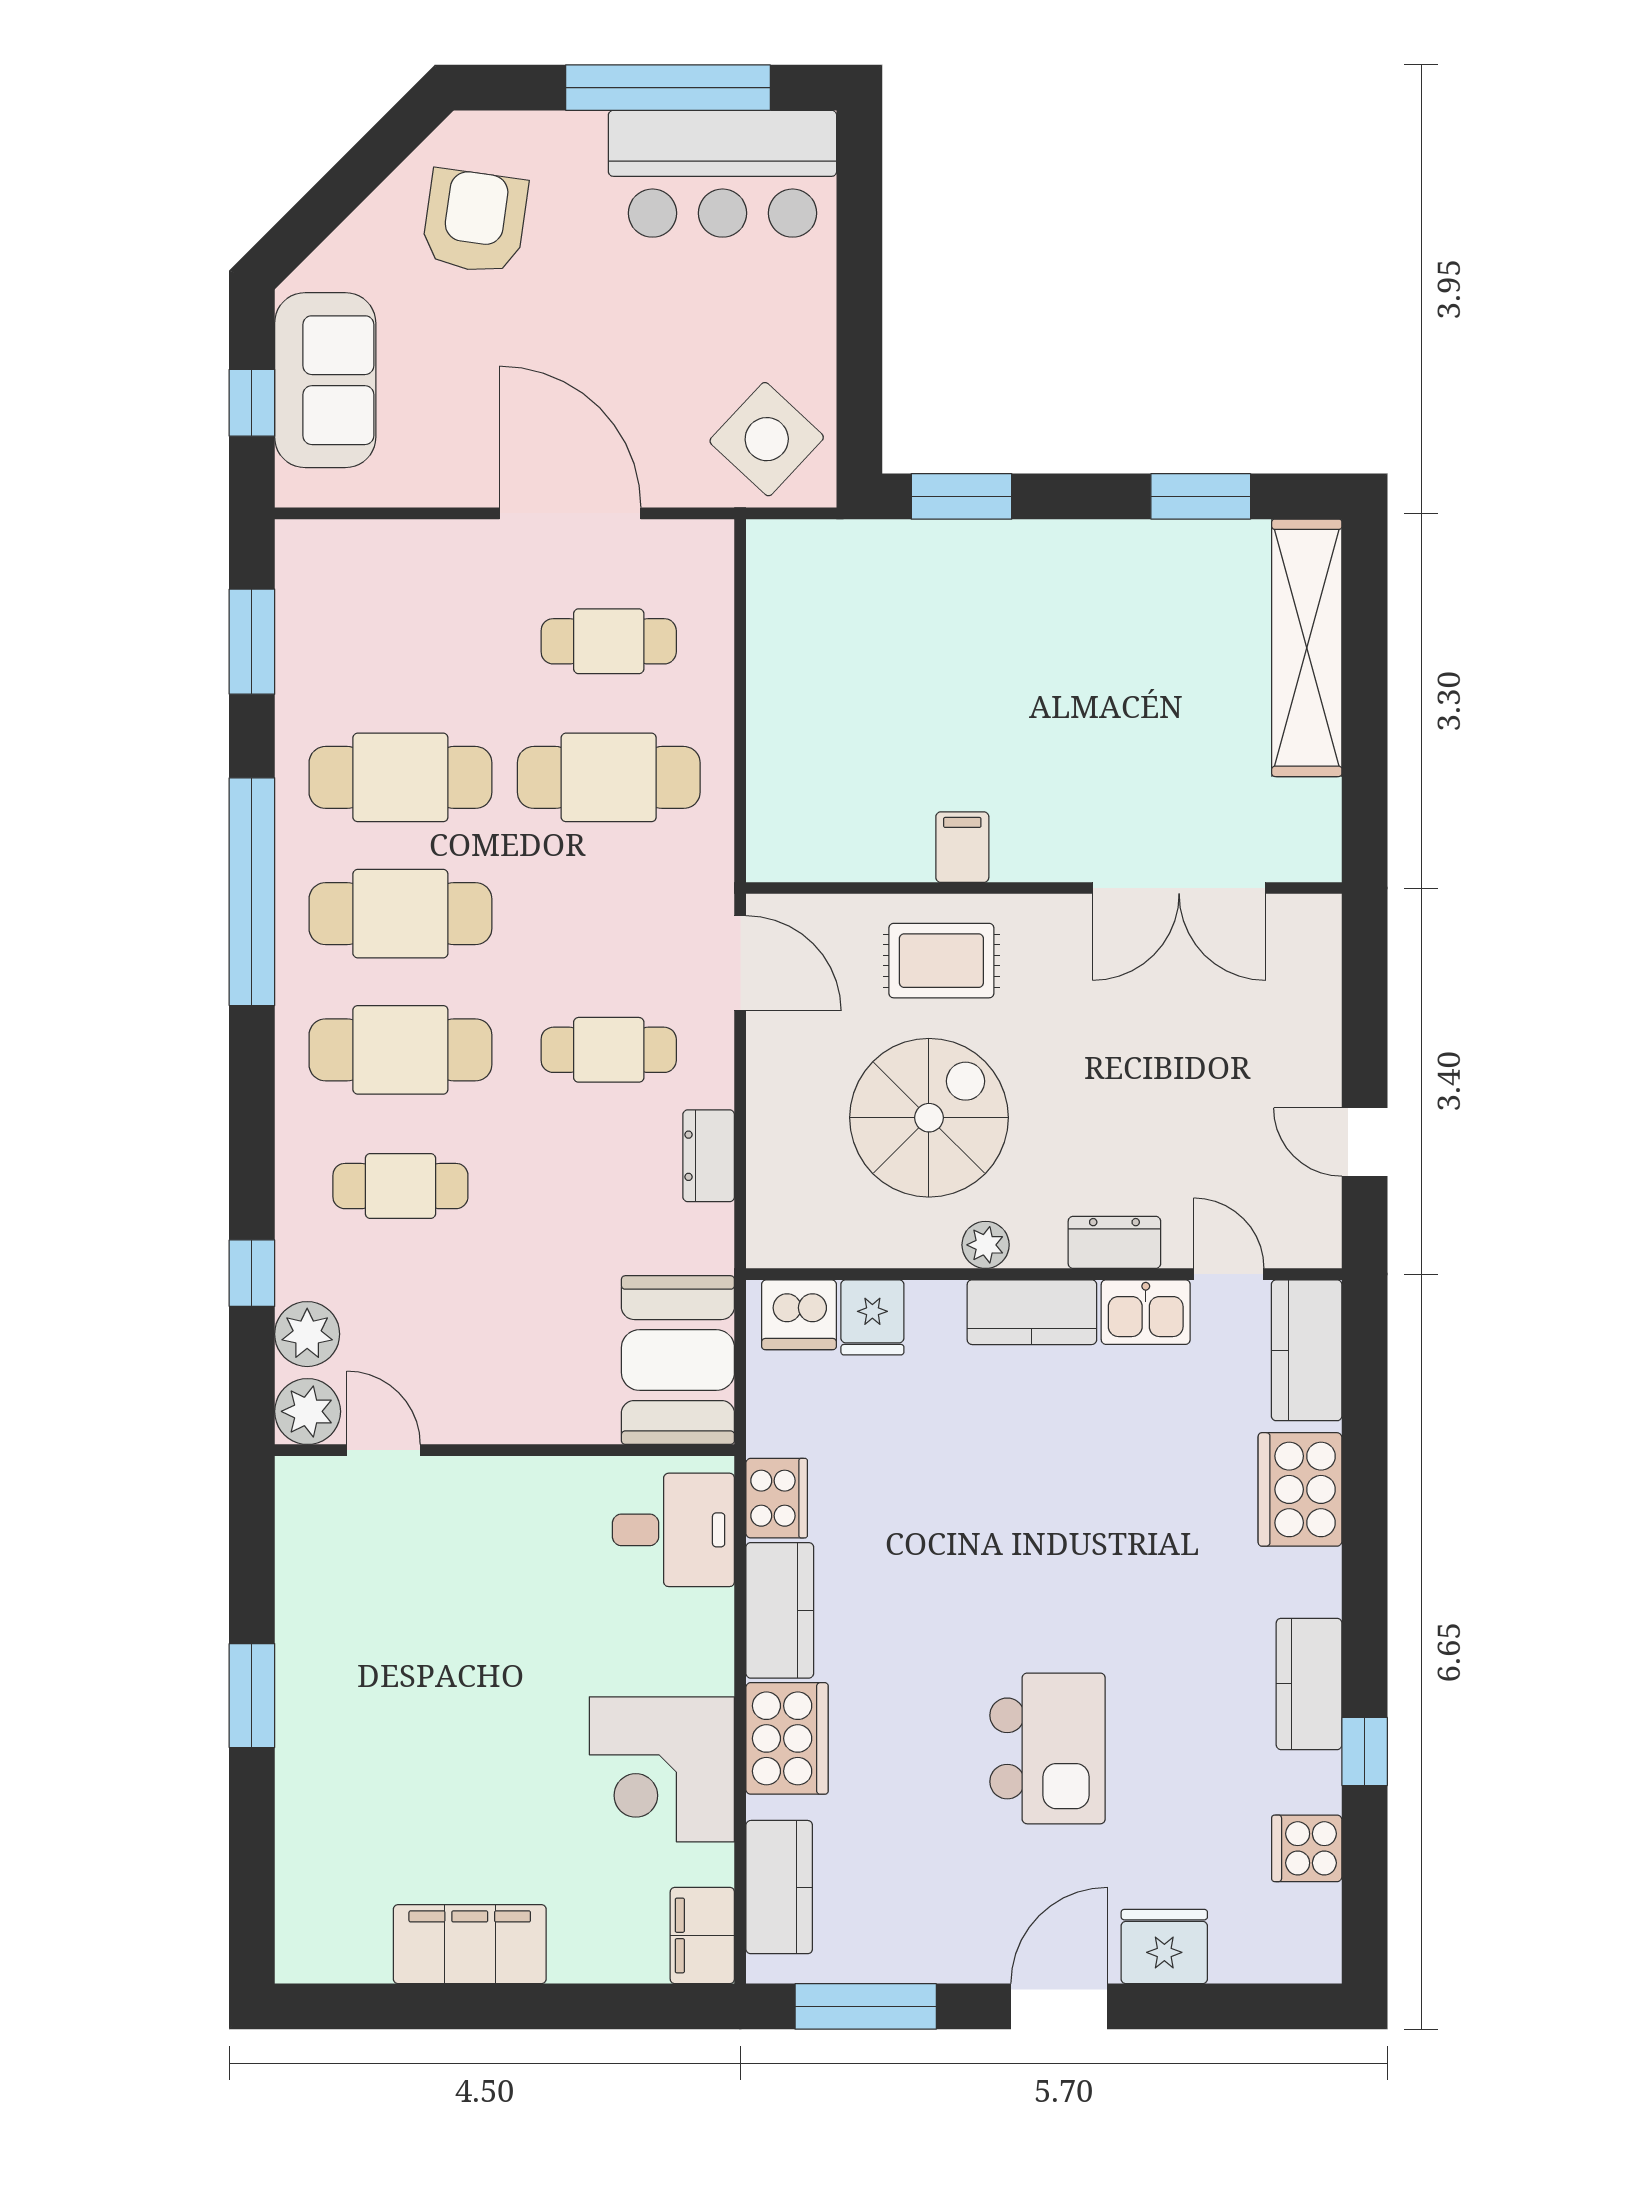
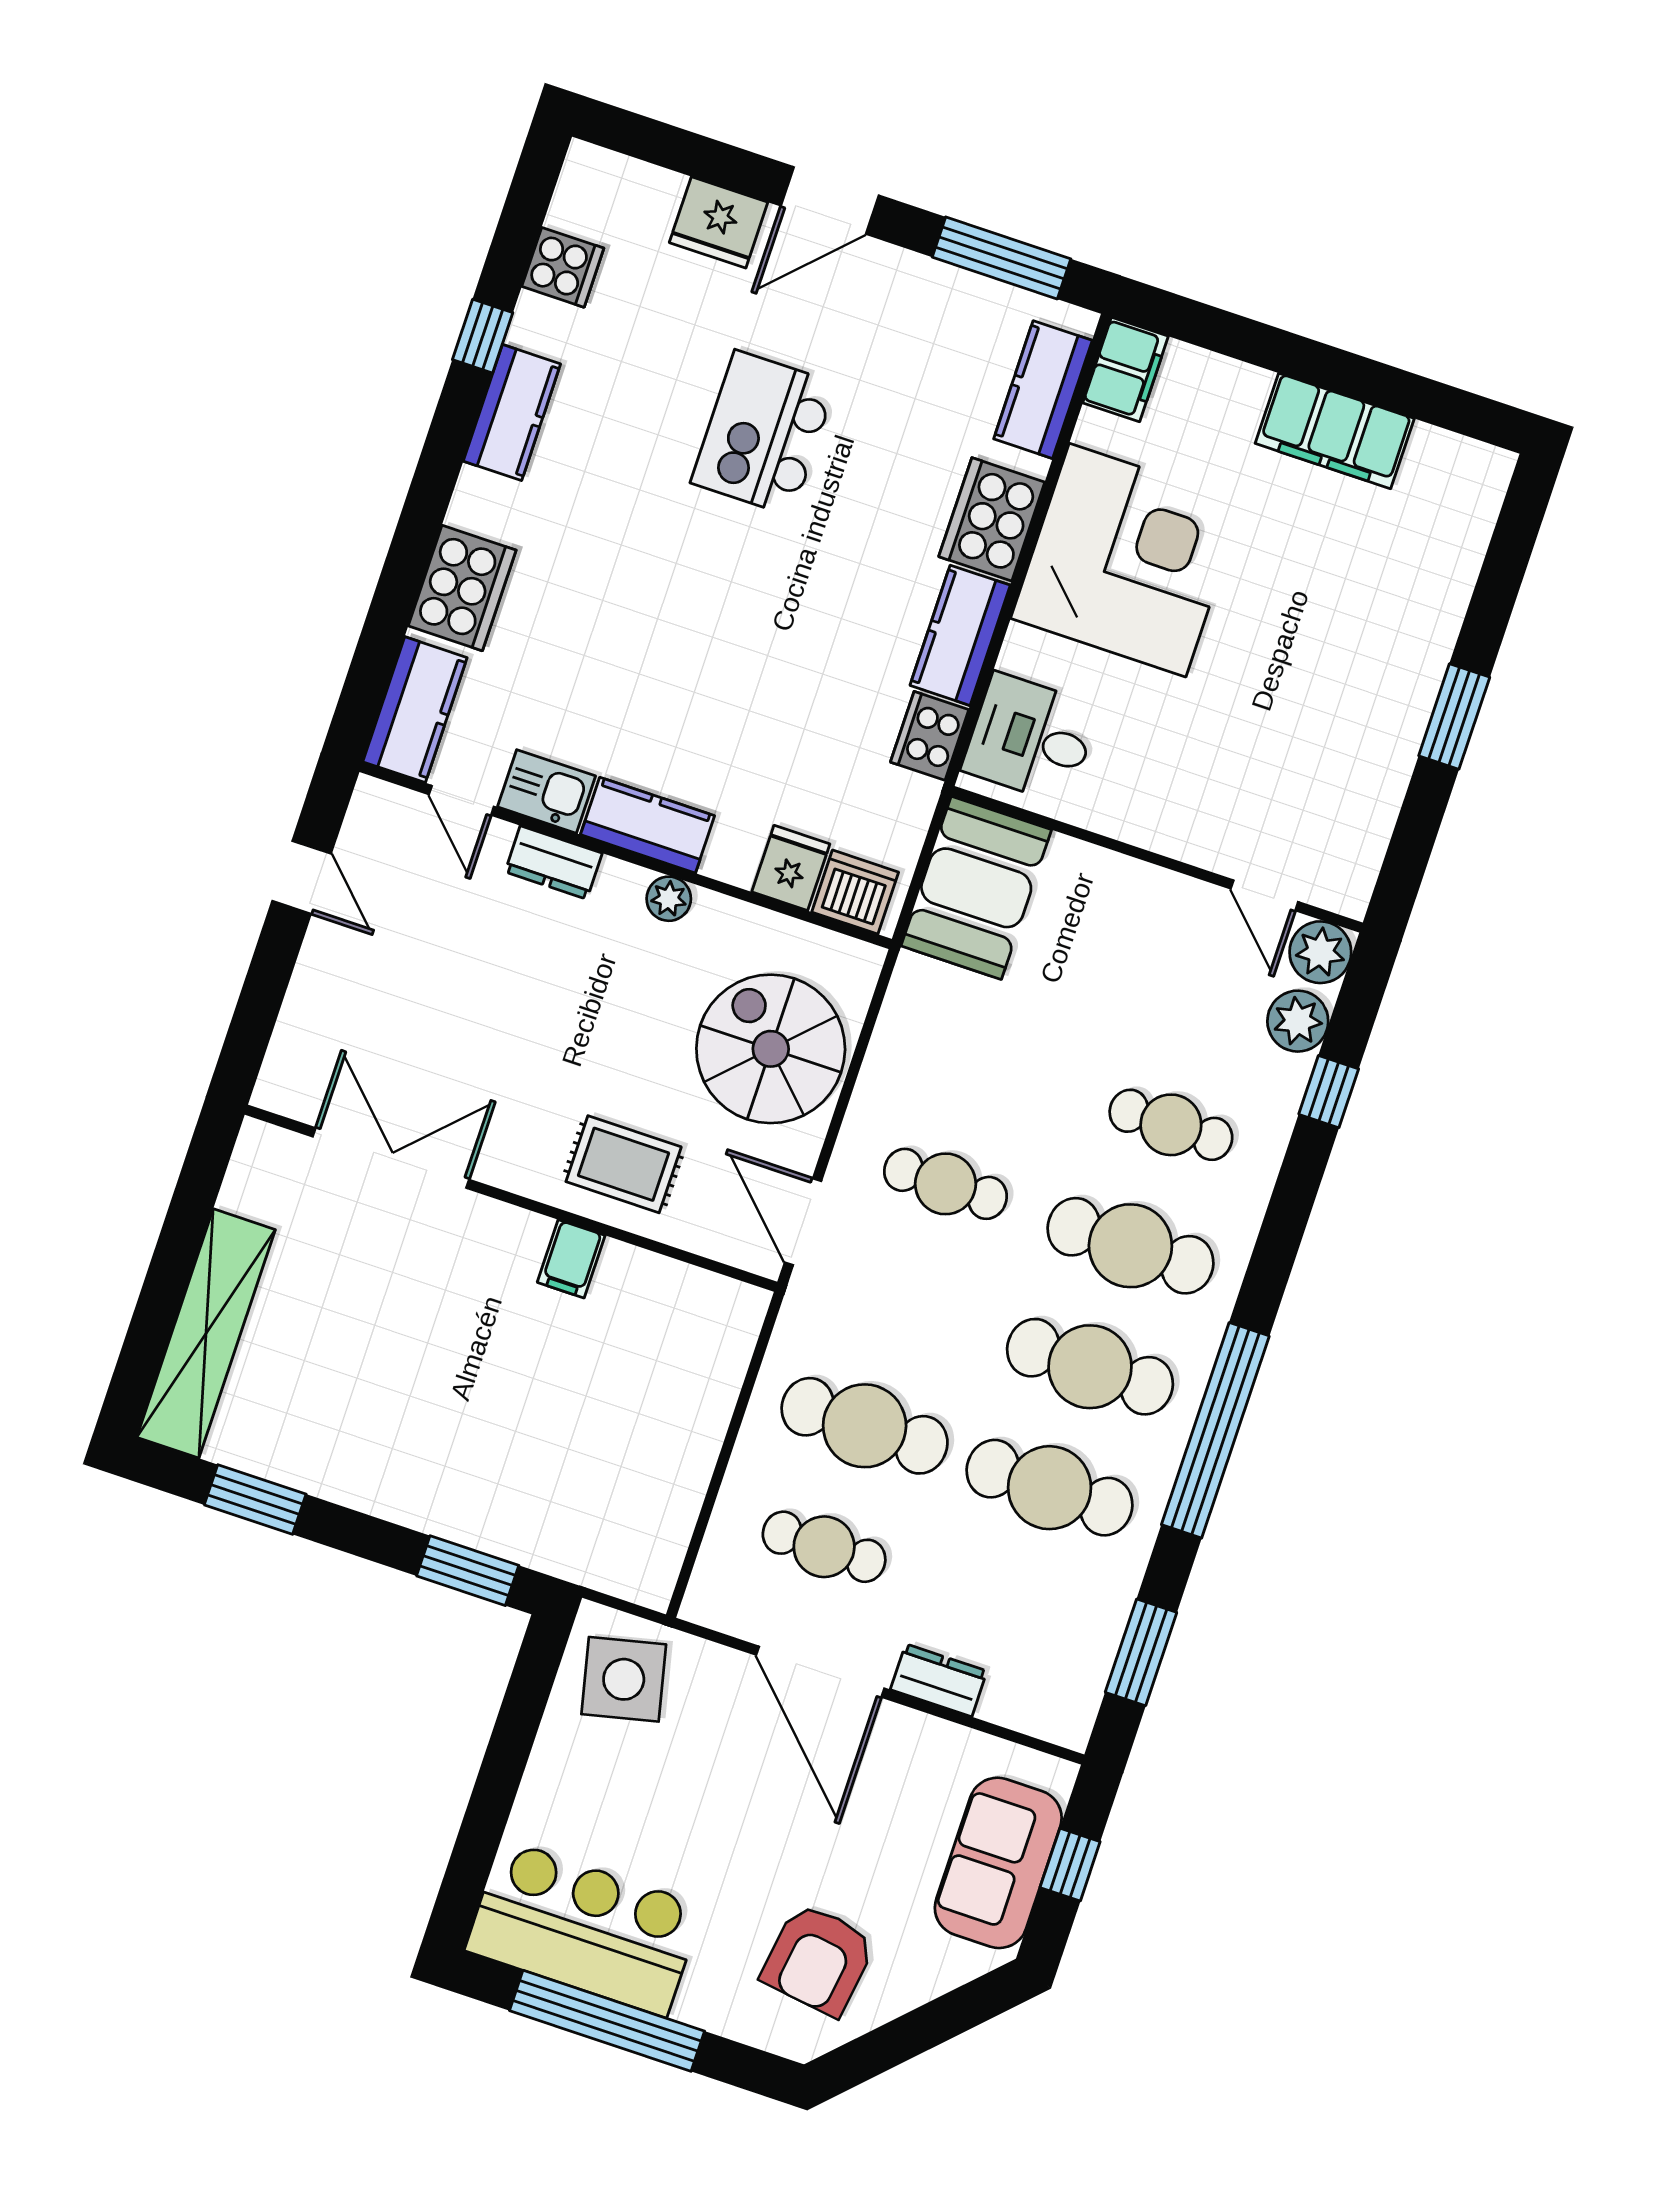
side table: (767, 439) -> (624, 1679), turned 34
spiral stairs: (929, 1118) -> (771, 1049), moved, turned 90
dresser: (709, 1156) -> (939, 1680), moved, turned -90
corner desk: (662, 1769) -> (1127, 560), width x1.36, depth x1.36

